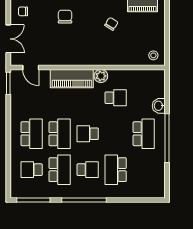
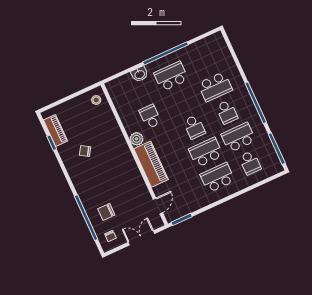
chair: (65, 17) -> (106, 212), moved
school desk: (88, 170) -> (227, 112), turned 180

